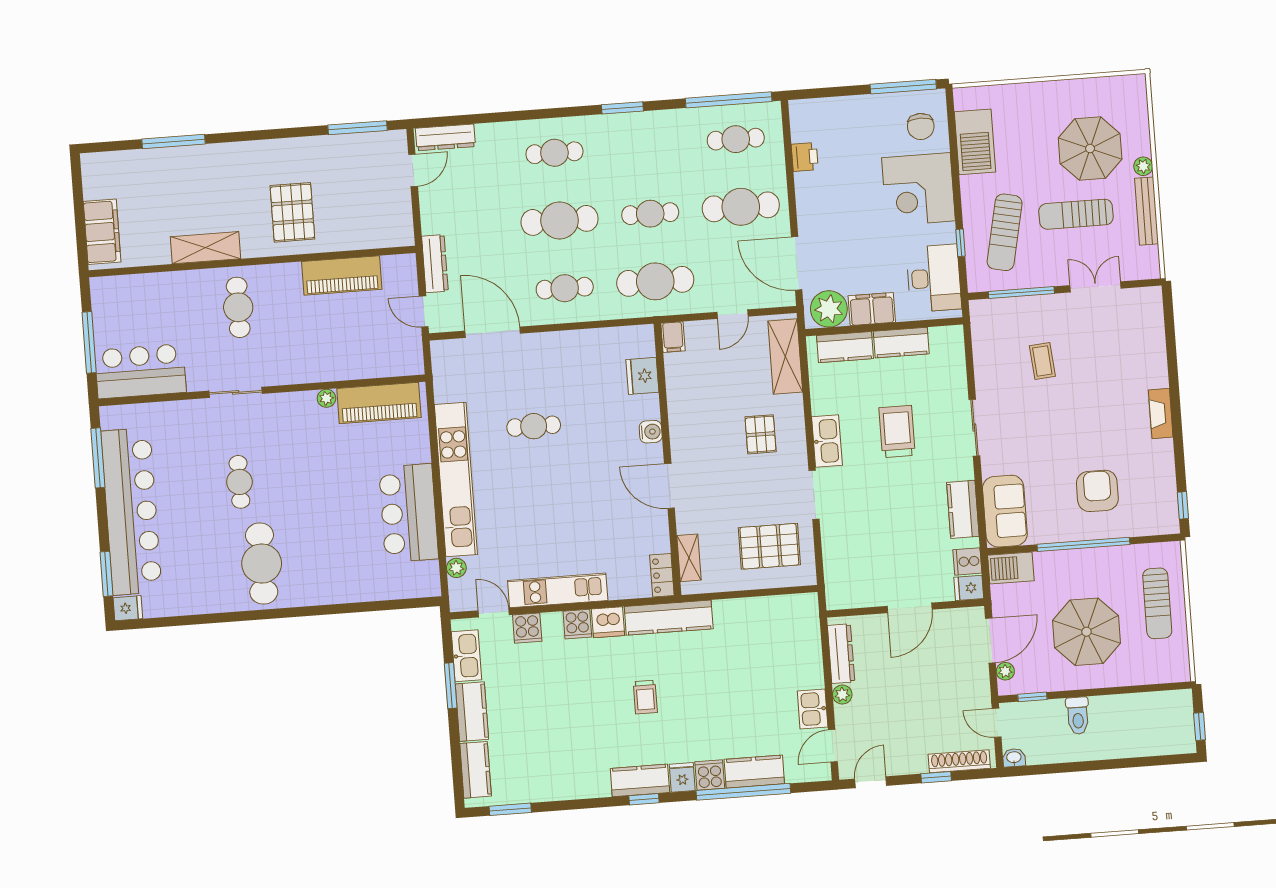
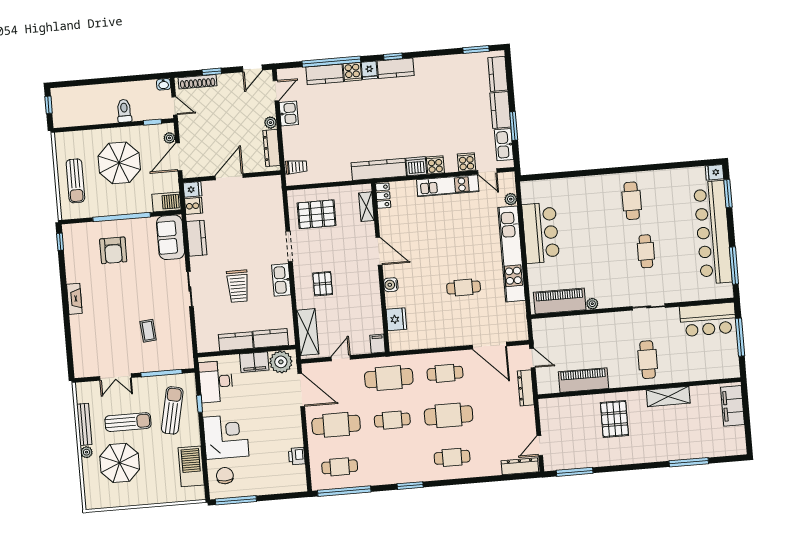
cafe table: (262, 564) -> (632, 201), width x0.73, depth x0.74
sun lounger: (1157, 603) -> (75, 181), turned 180
trolley: (645, 697) -> (296, 167), moved, turned 90

